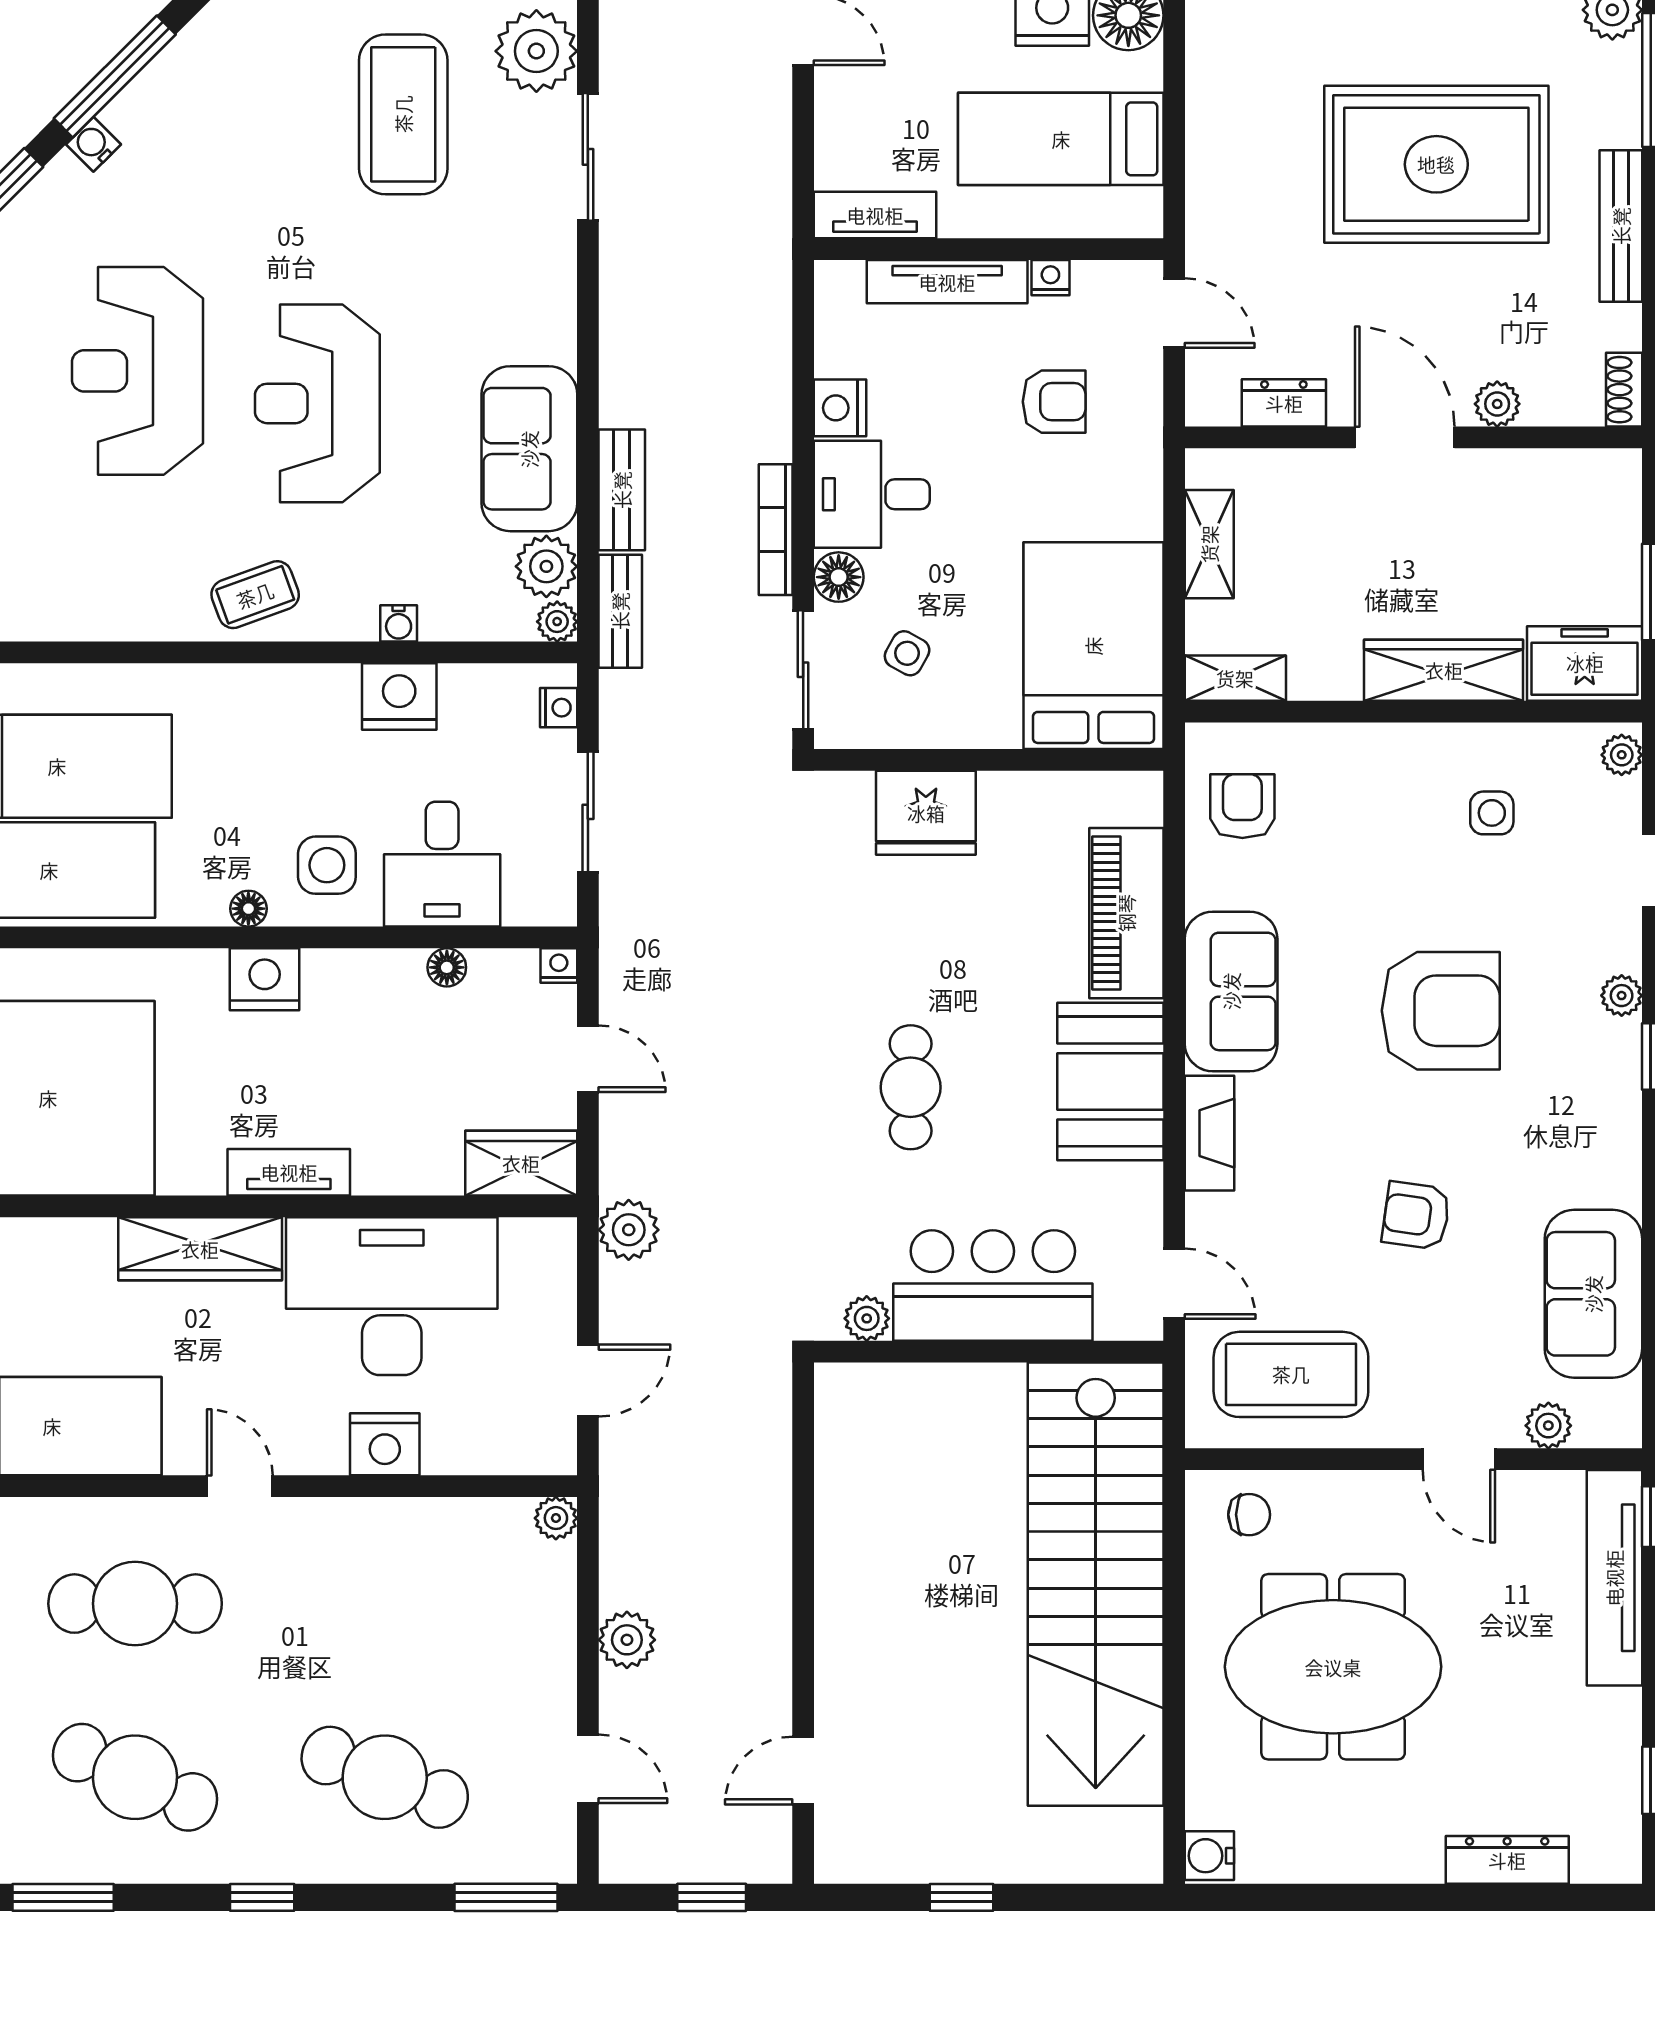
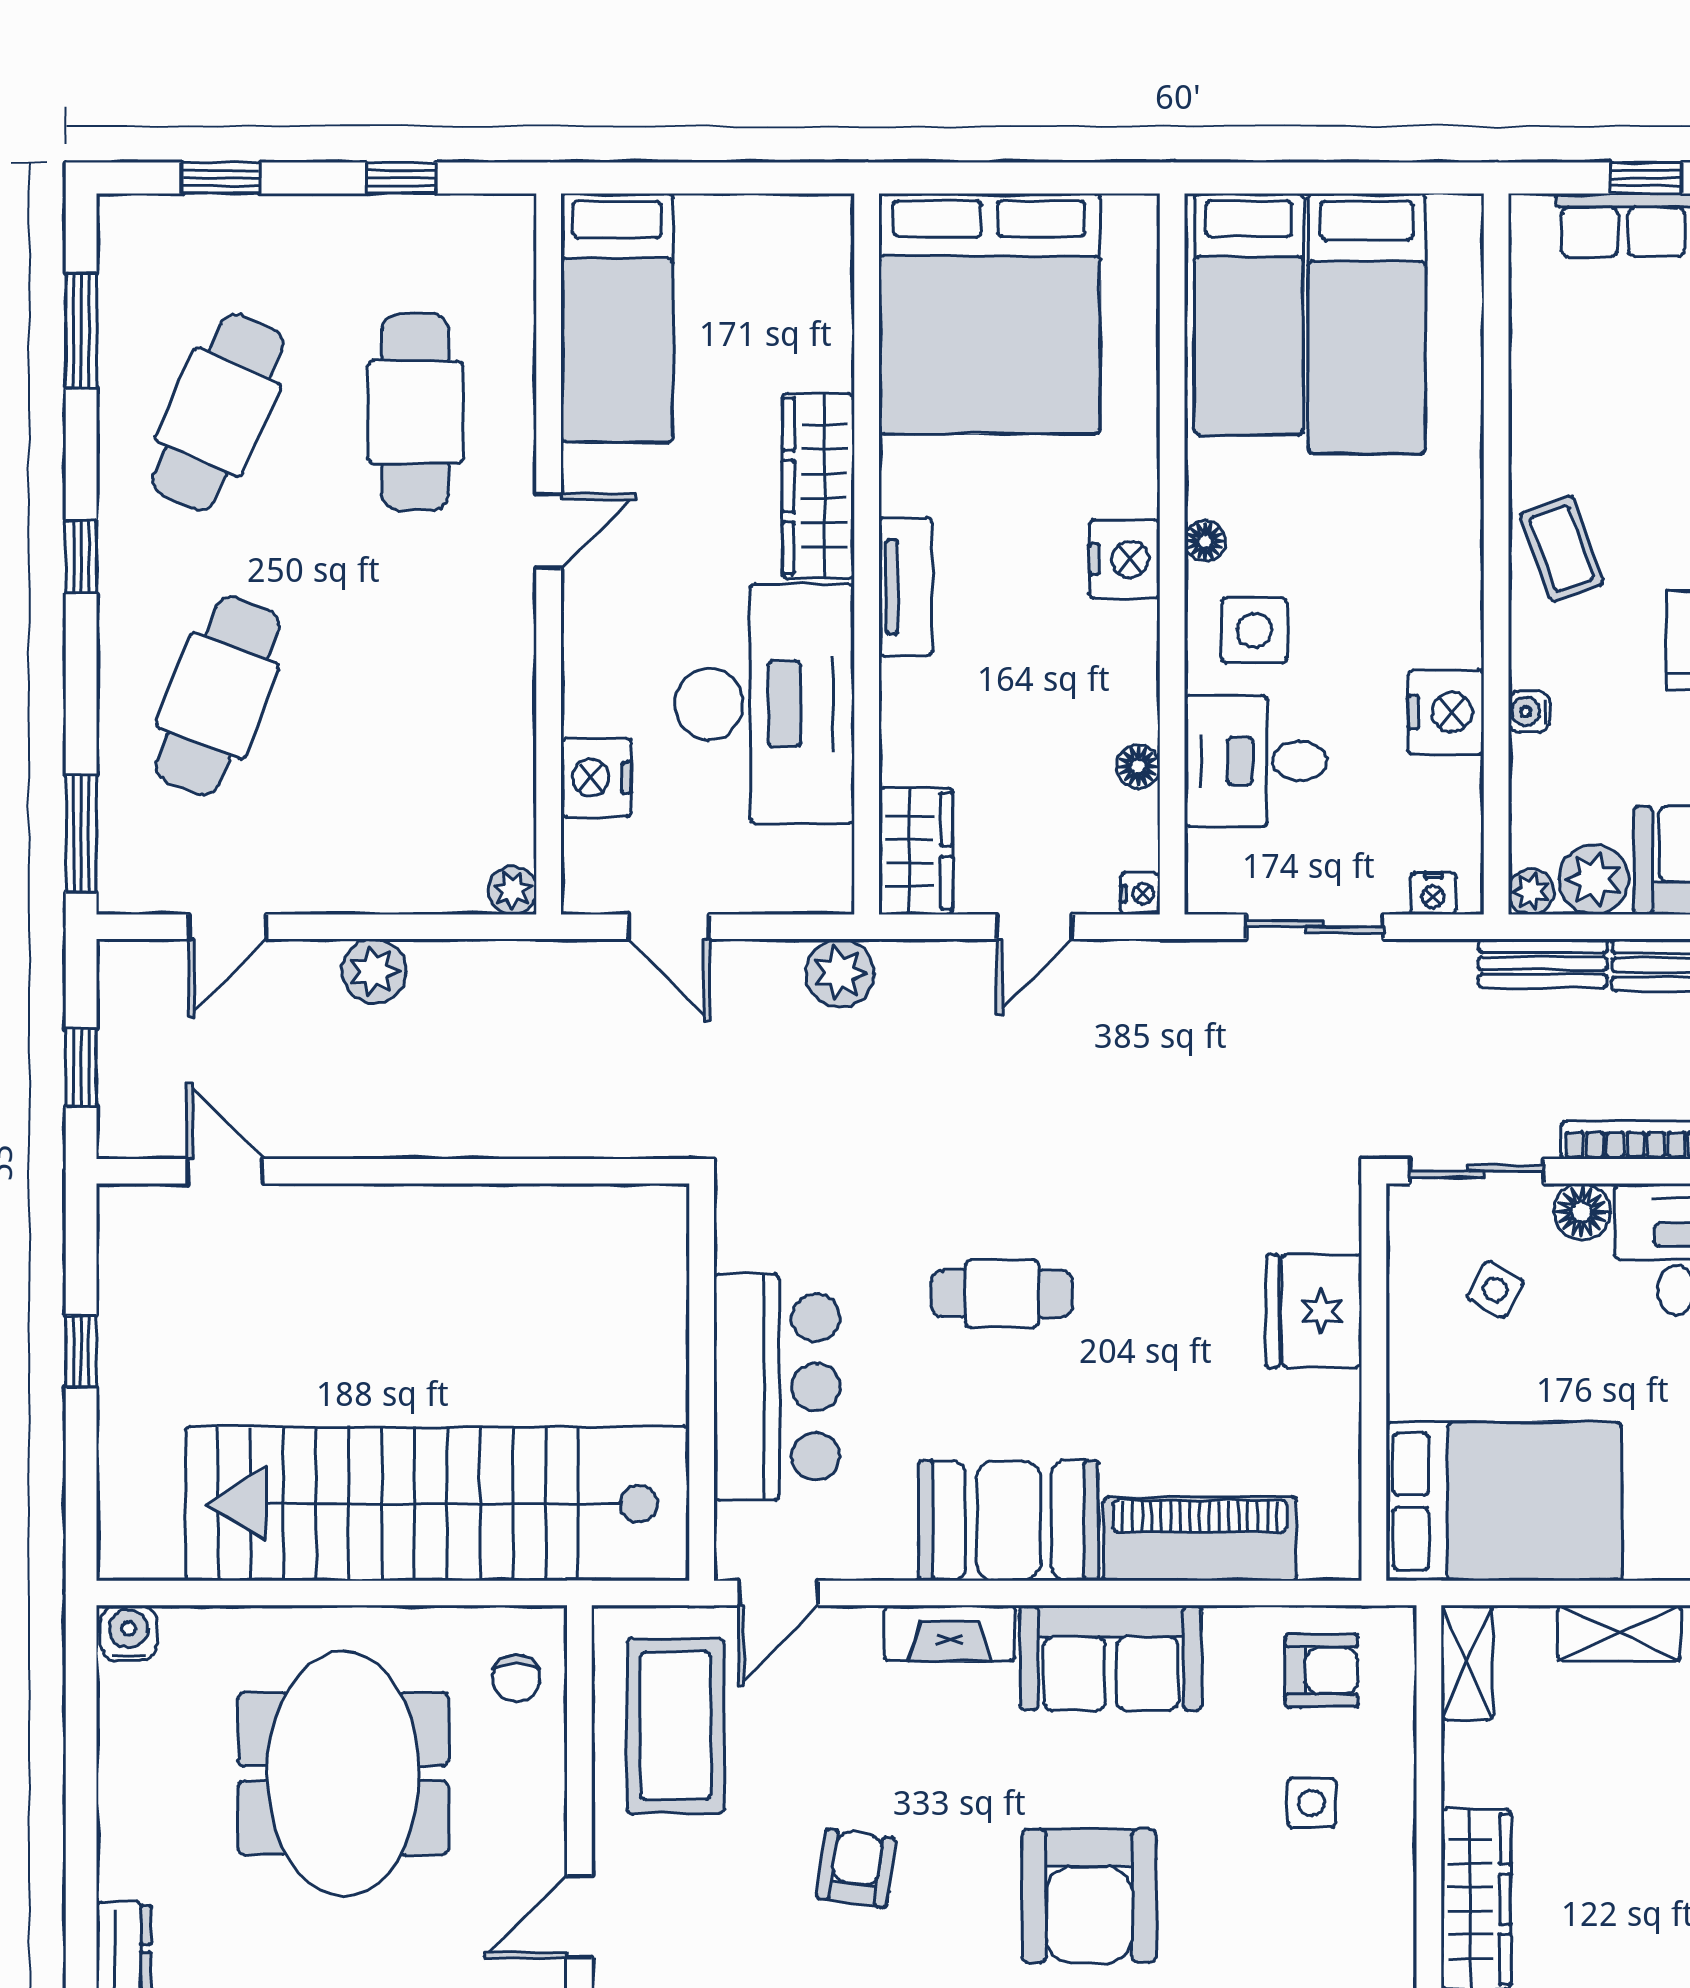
side table: (1492, 813) -> (1312, 1803), moved
plant: (867, 1318) -> (739, 1244), removed
nightstand: (385, 1444) -> (596, 778), moved

